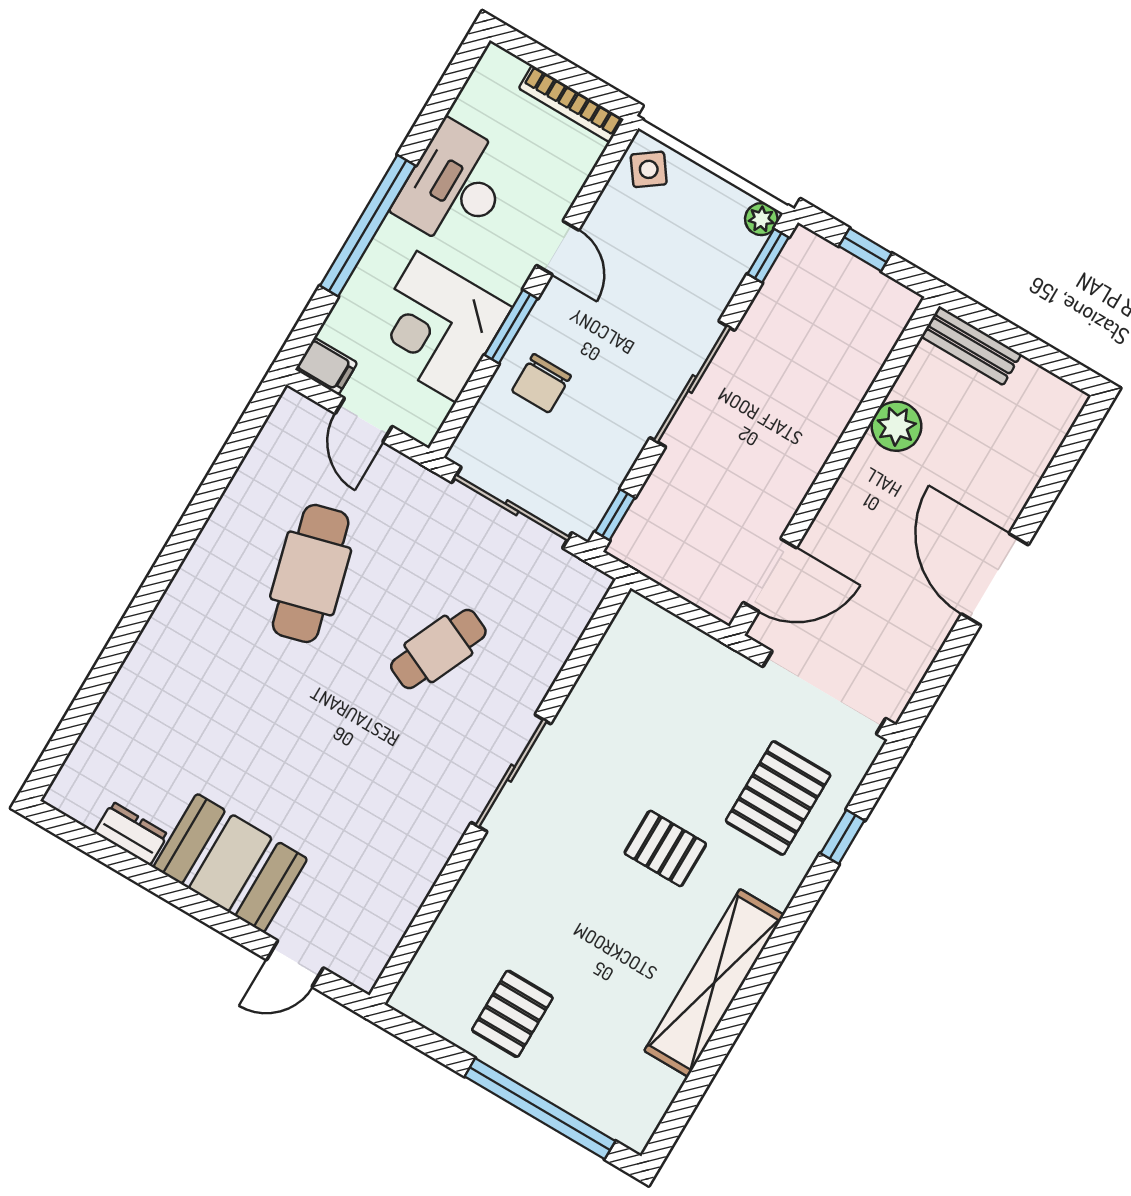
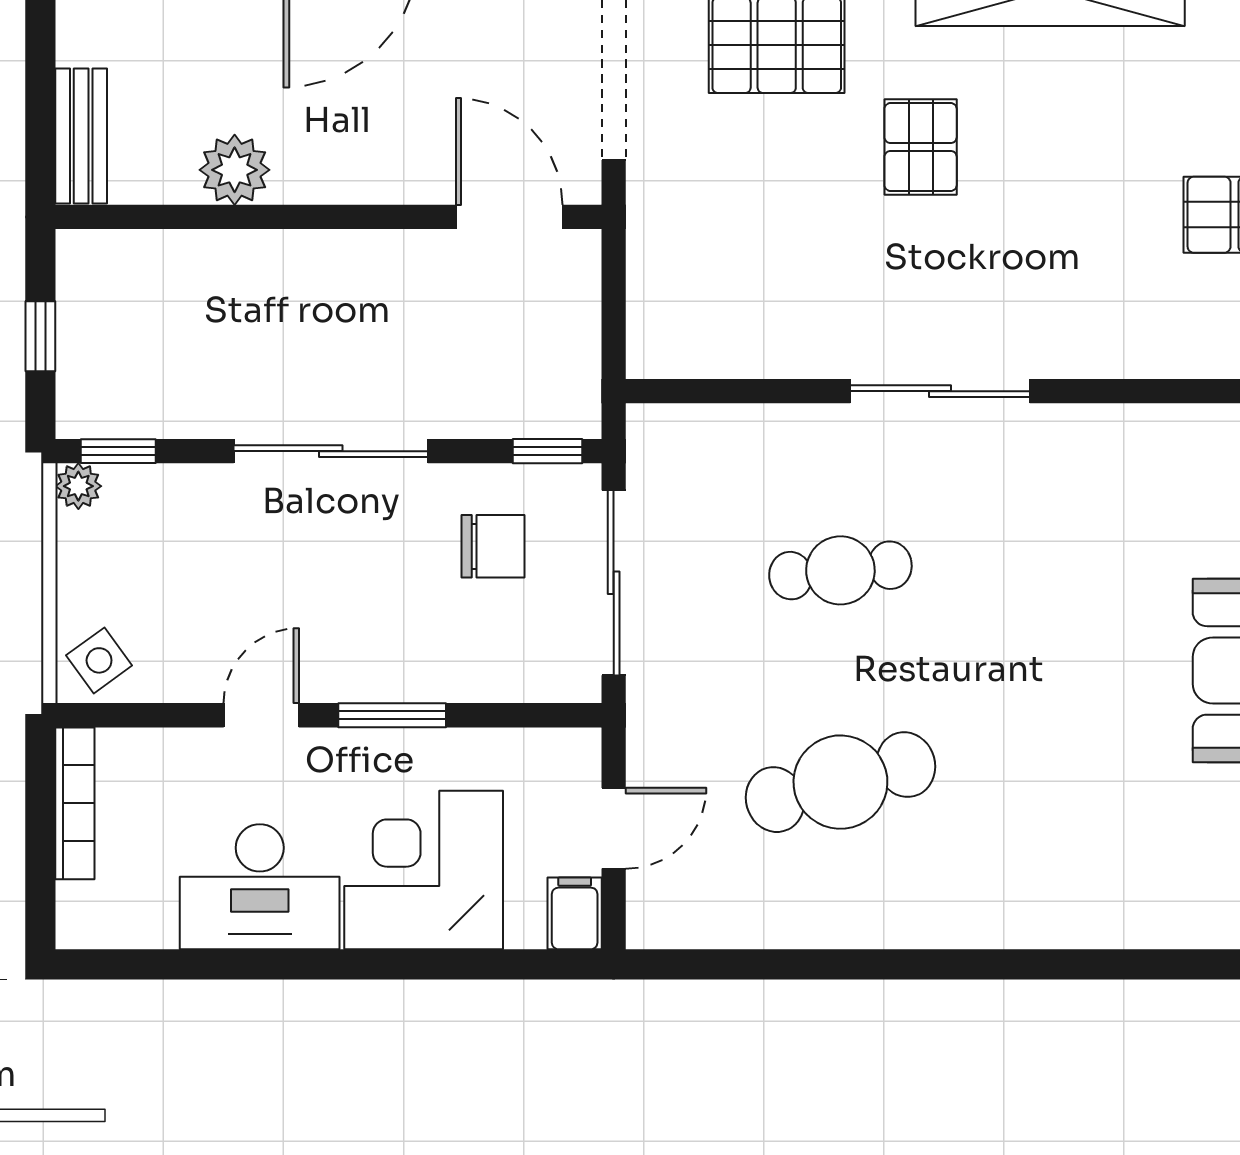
window: (368, 226) -> (372, 964), removed
corner desk: (437, 327) -> (424, 870), moved, turned 180
chair: (541, 383) -> (493, 546), moved
cafe table: (438, 649) -> (840, 570), turned -30

